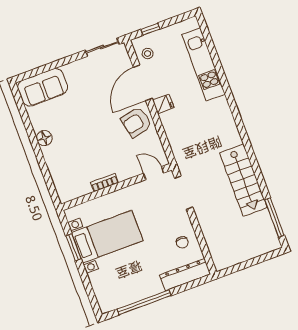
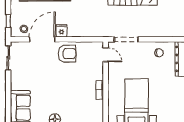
door: (143, 83) -> (42, 39), swing flipped
armchair: (136, 122) -> (67, 54), turned -78
door: (154, 173) -> (106, 55), swing flipped

